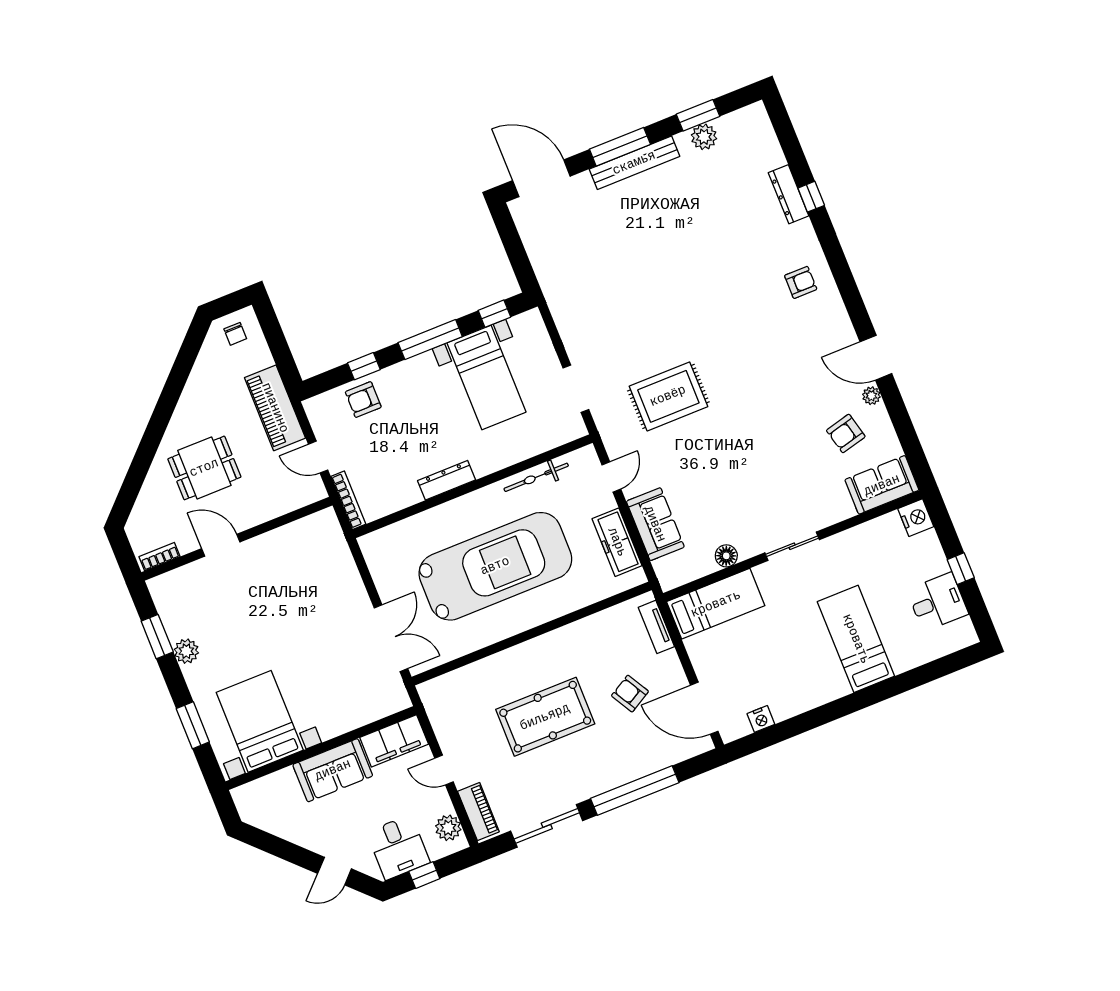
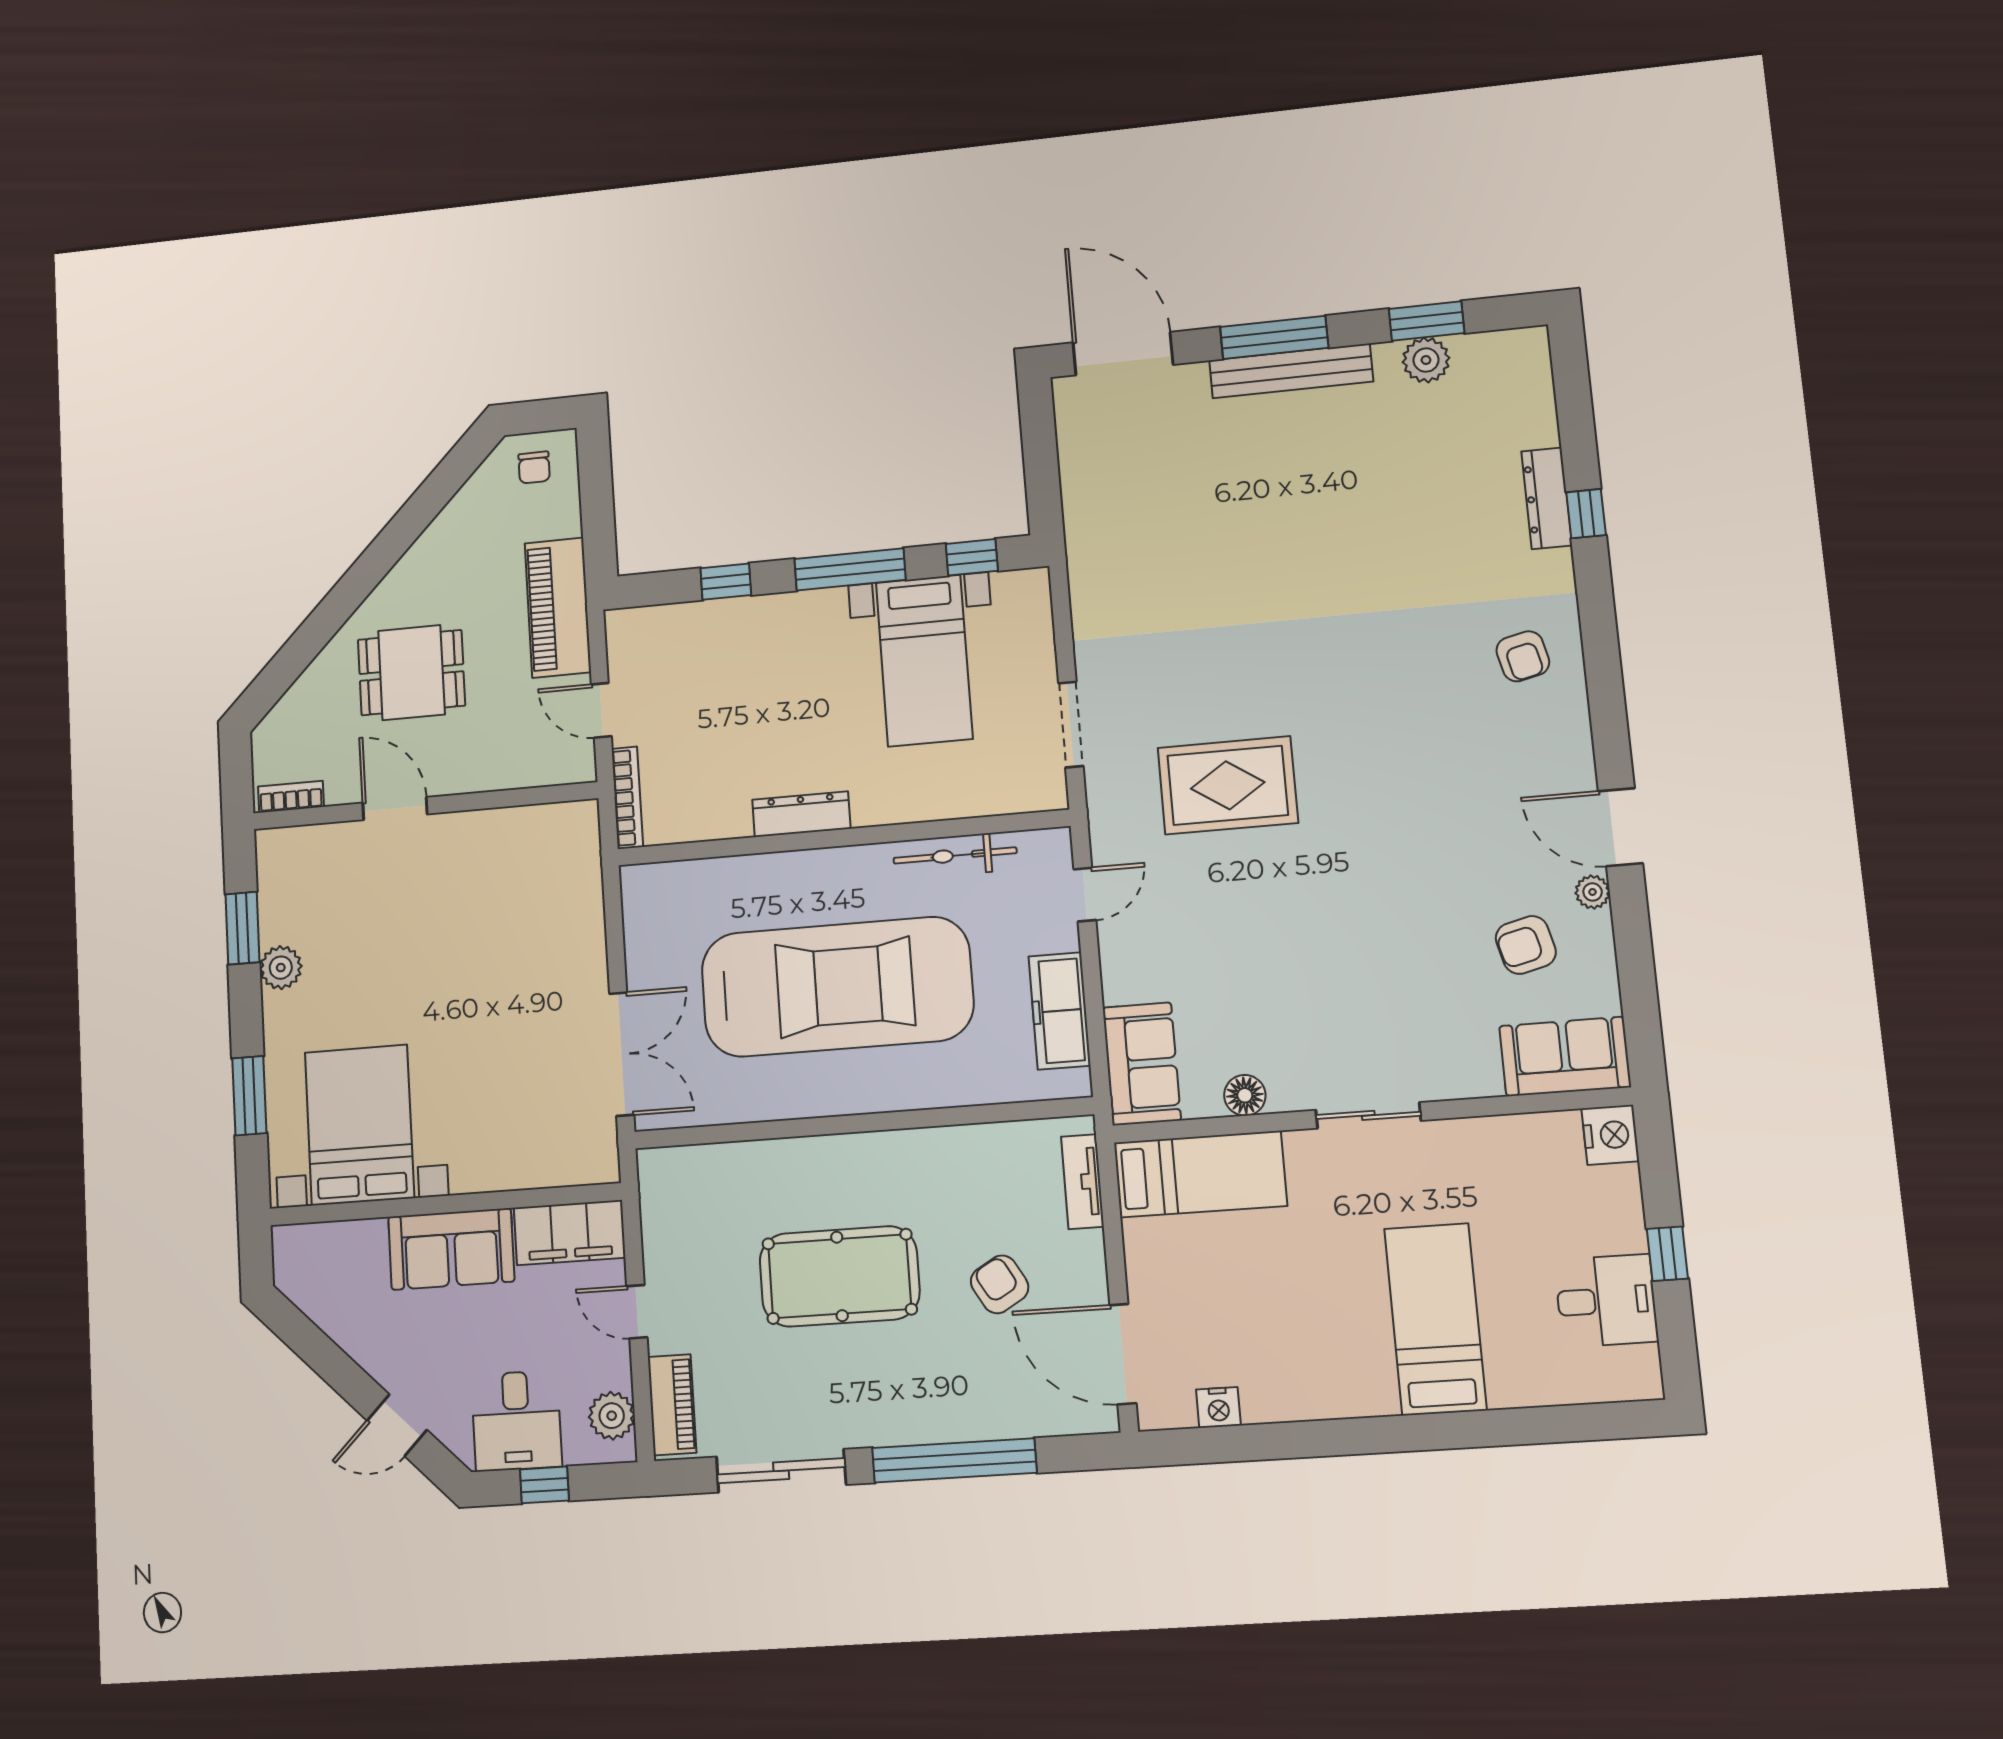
armchair: (801, 282) -> (1523, 656), turned 77
armchair: (363, 400) -> (707, 637), removed
sofa: (655, 524) -> (1142, 1064), moved

